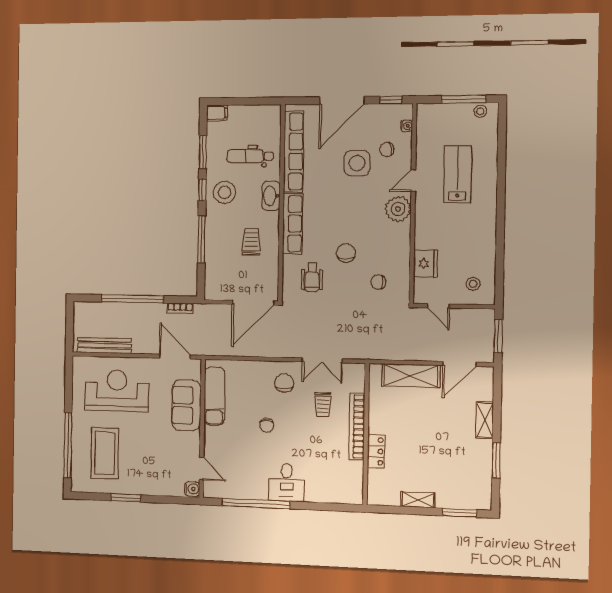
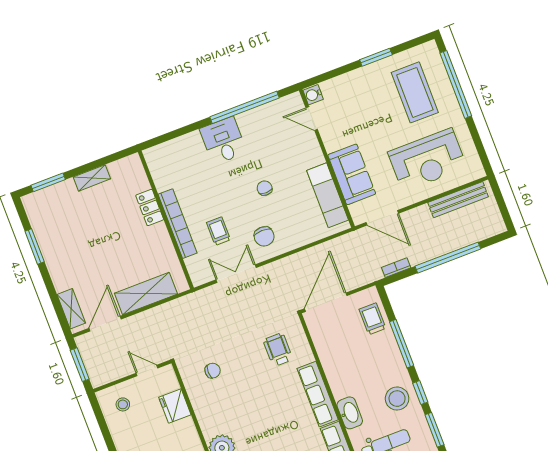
trolley: (251, 242) -> (372, 319), moved, turned 180
chair: (346, 253) -> (255, 386), removed
shelving: (485, 420) -> (71, 309), moved

